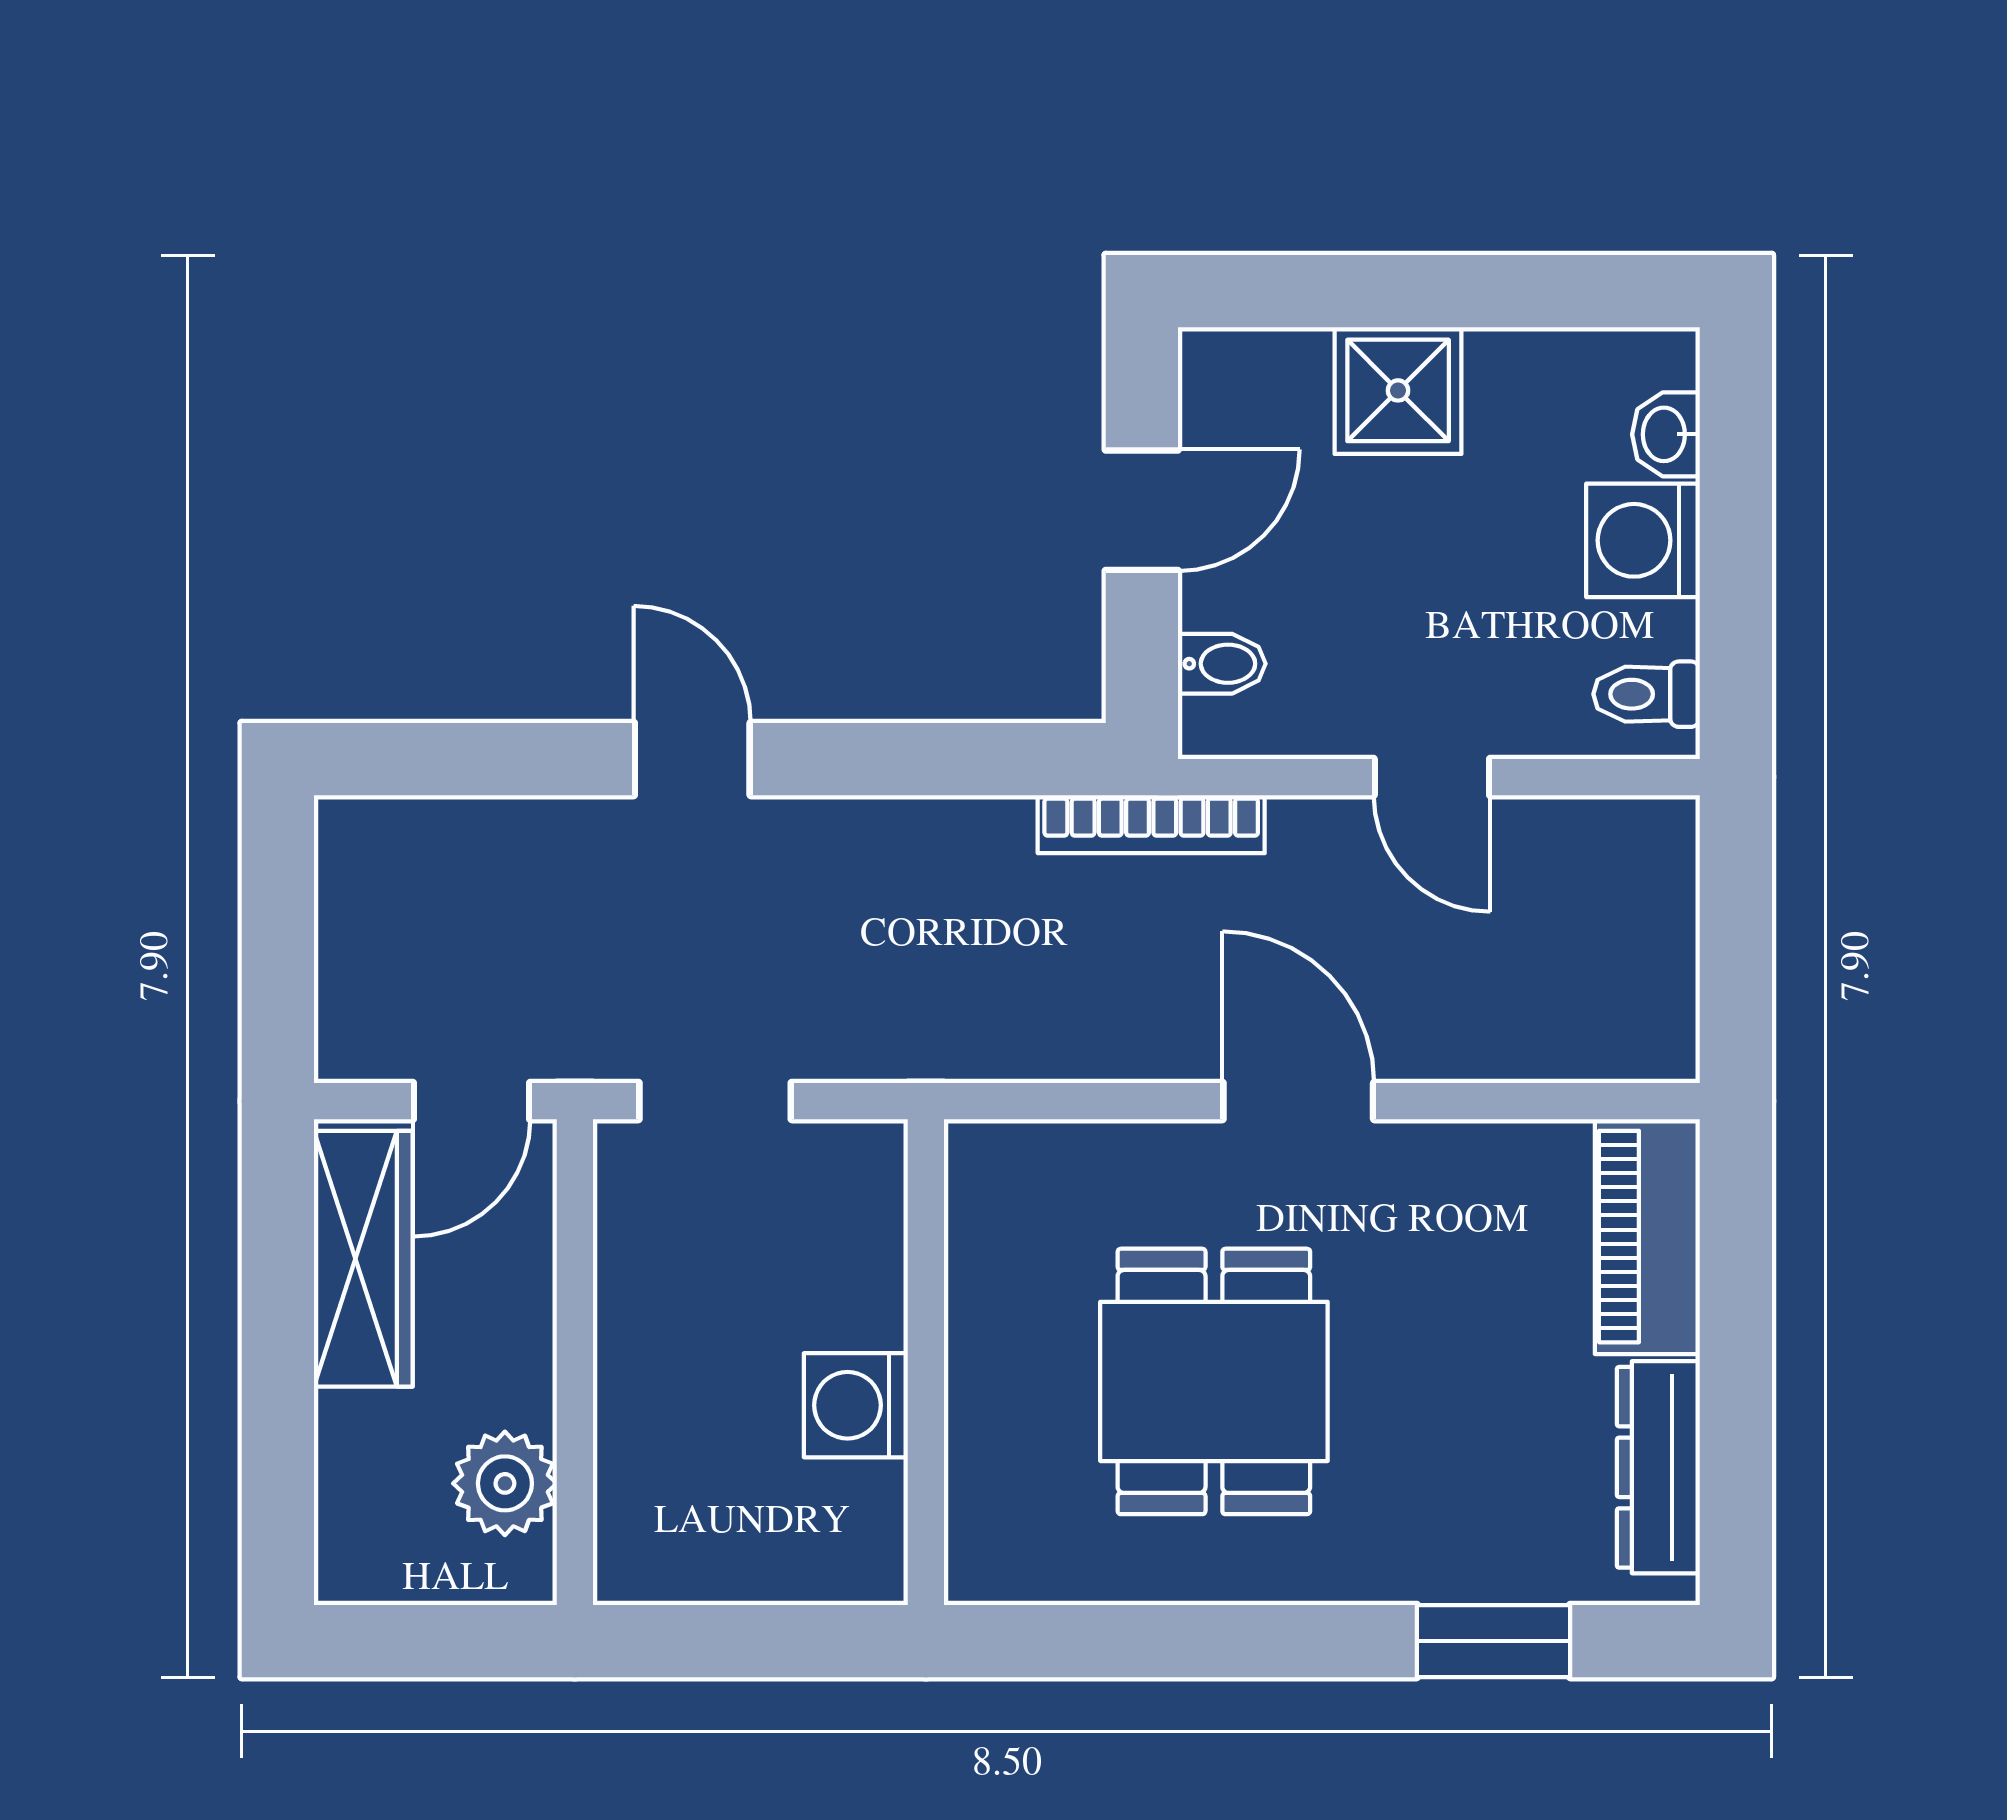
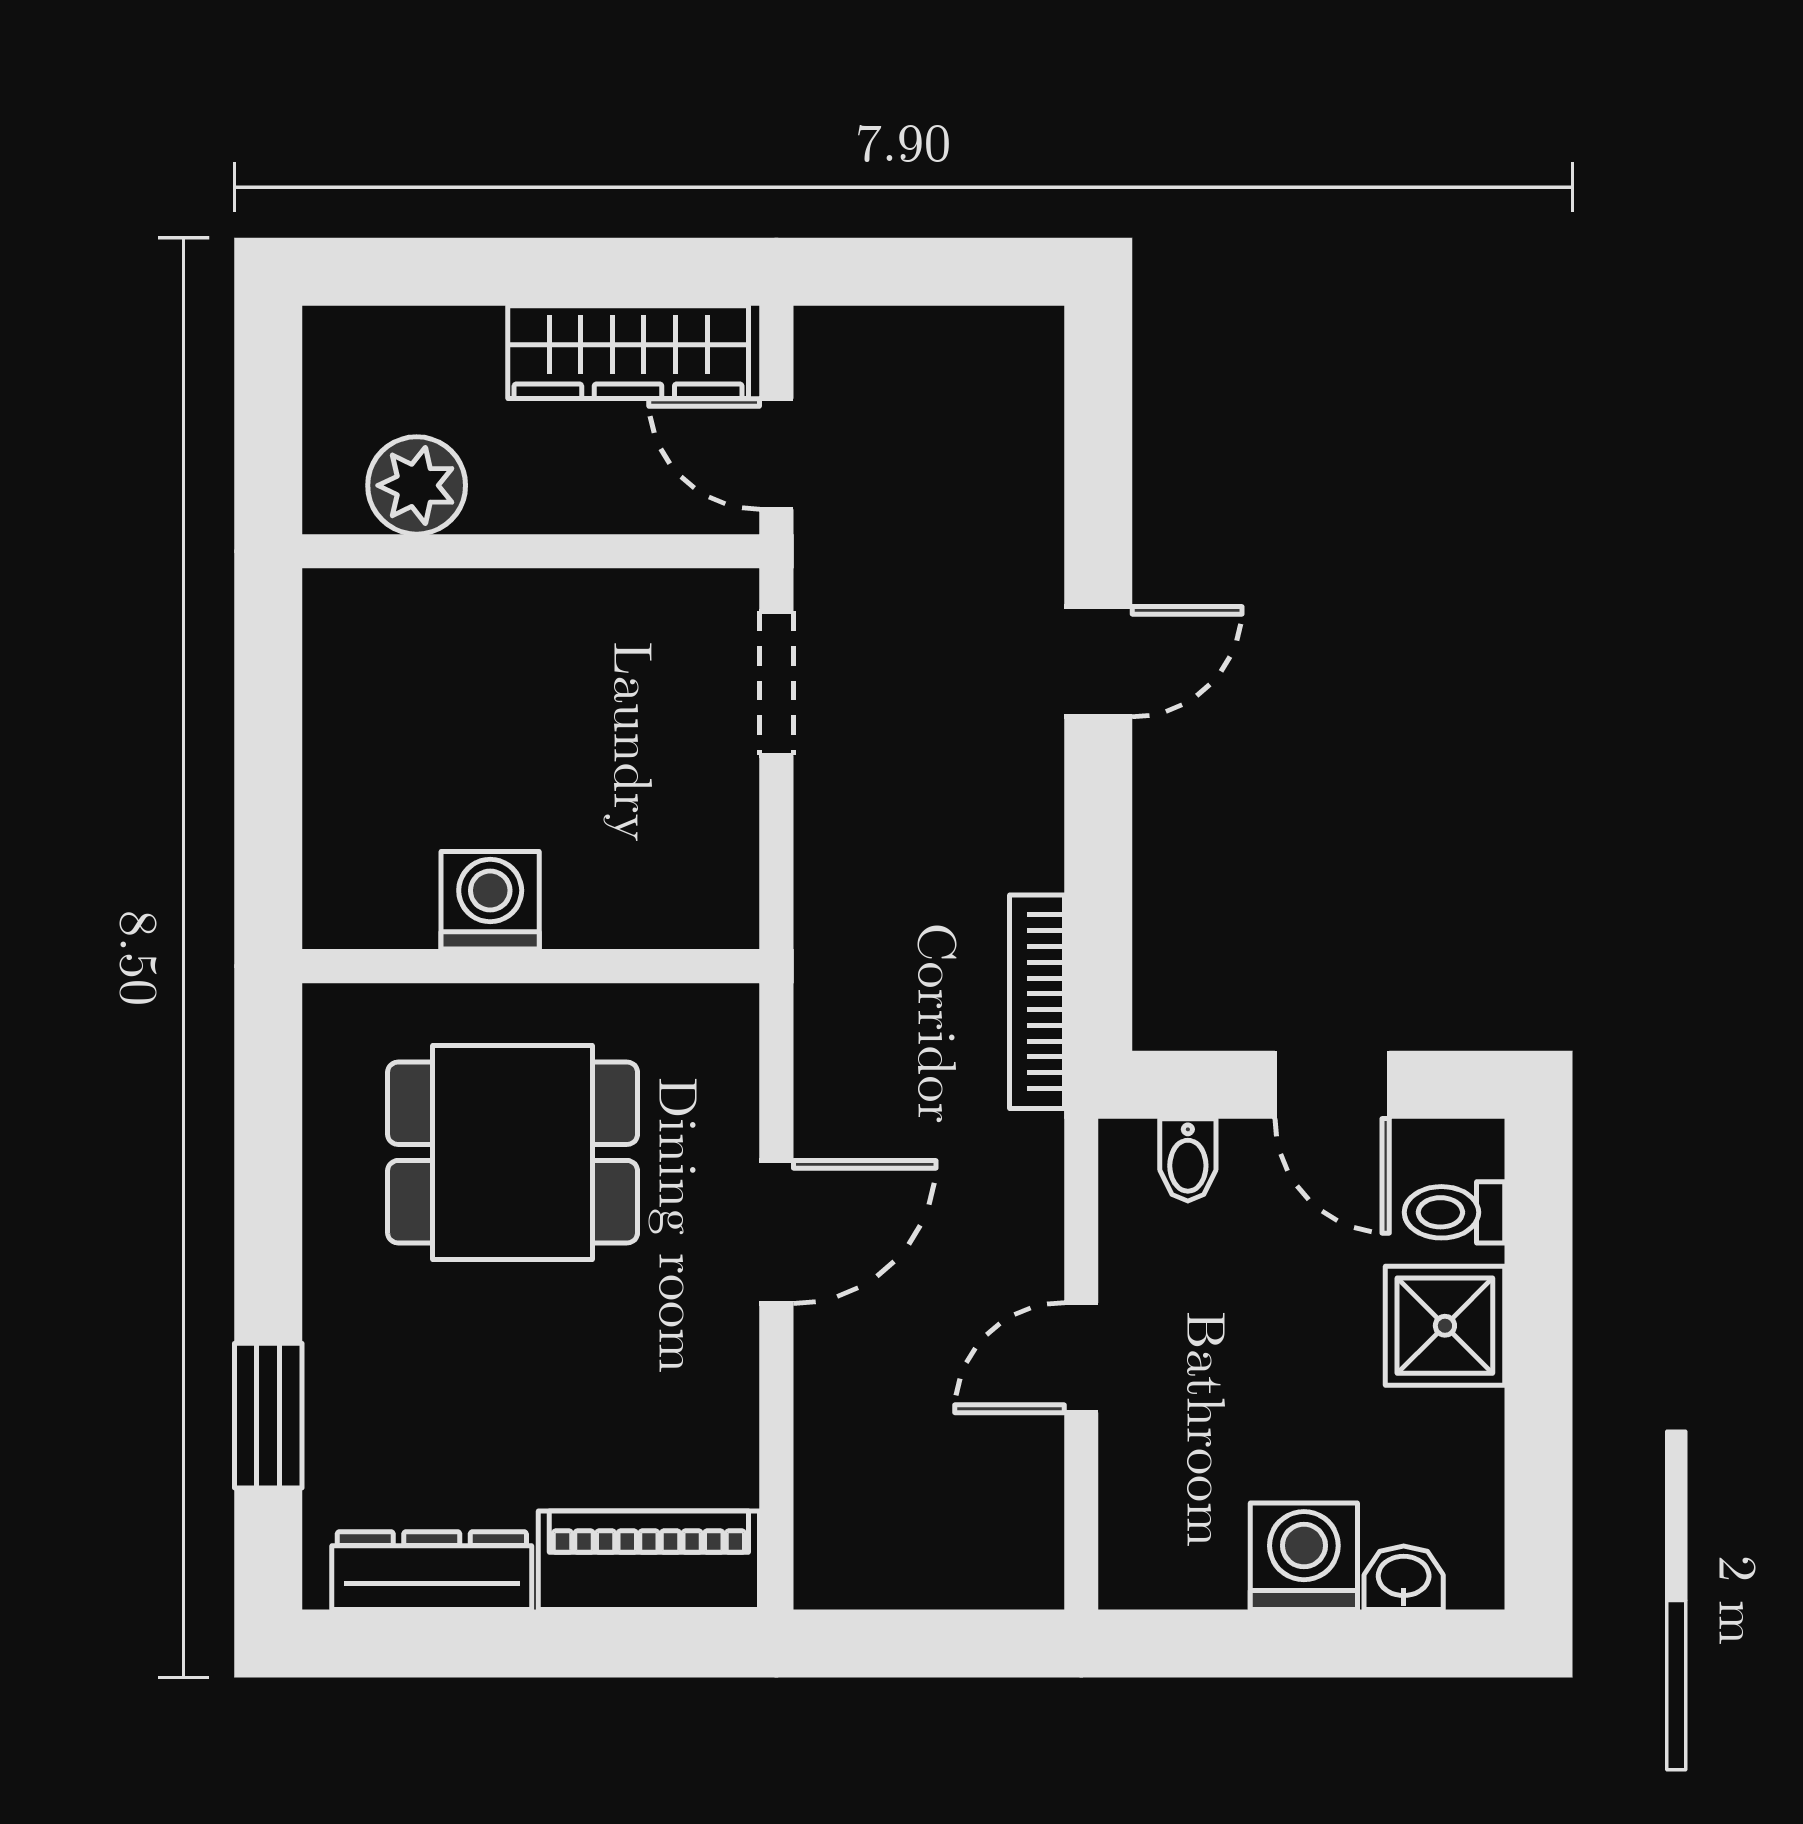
toilet: (1647, 694) -> (1454, 1212), moved, turned -90
bookcase: (1151, 824) -> (1037, 1002), moved
wall: (926, 1362) -> (531, 966), moved
washing machine: (856, 1405) -> (490, 900), moved

